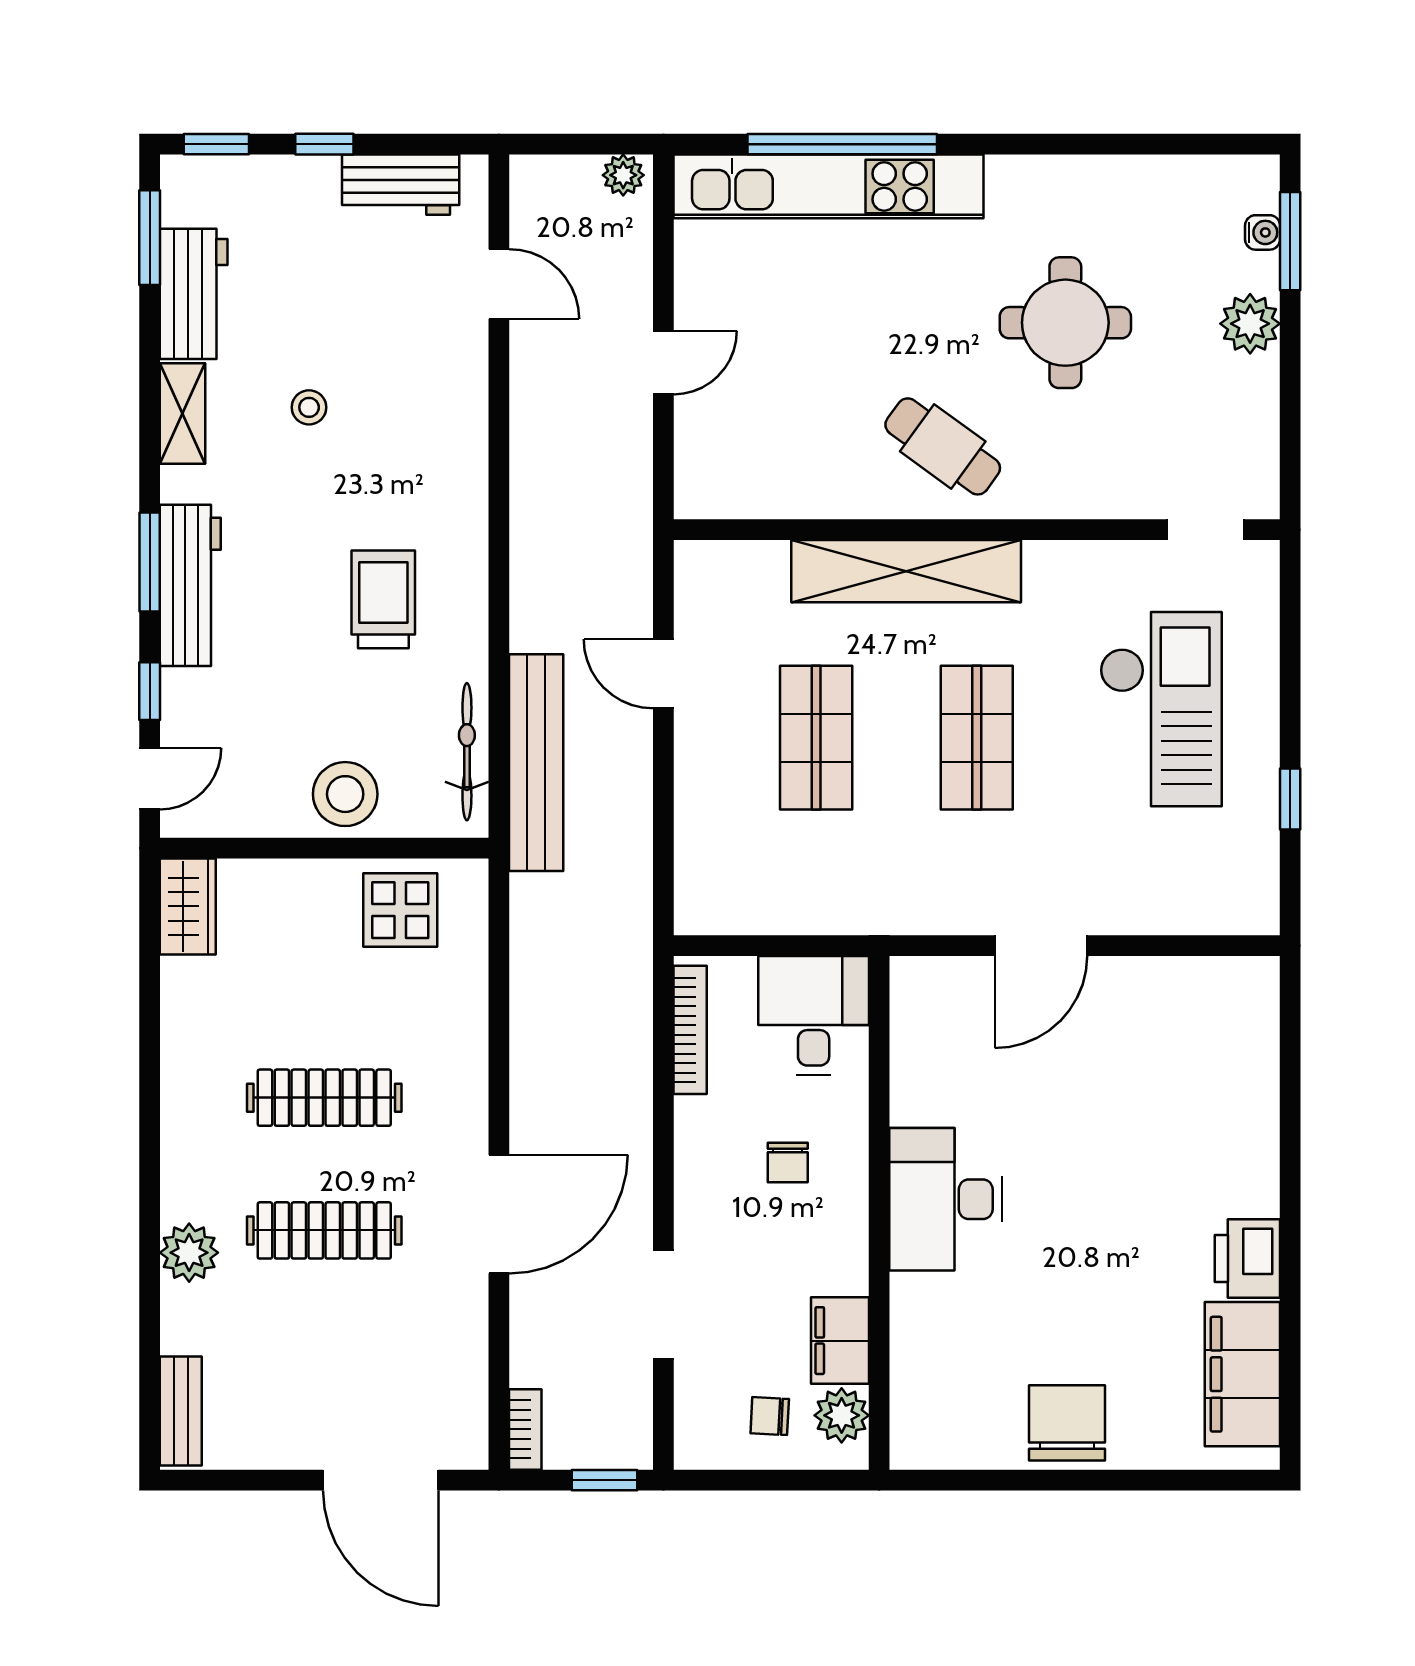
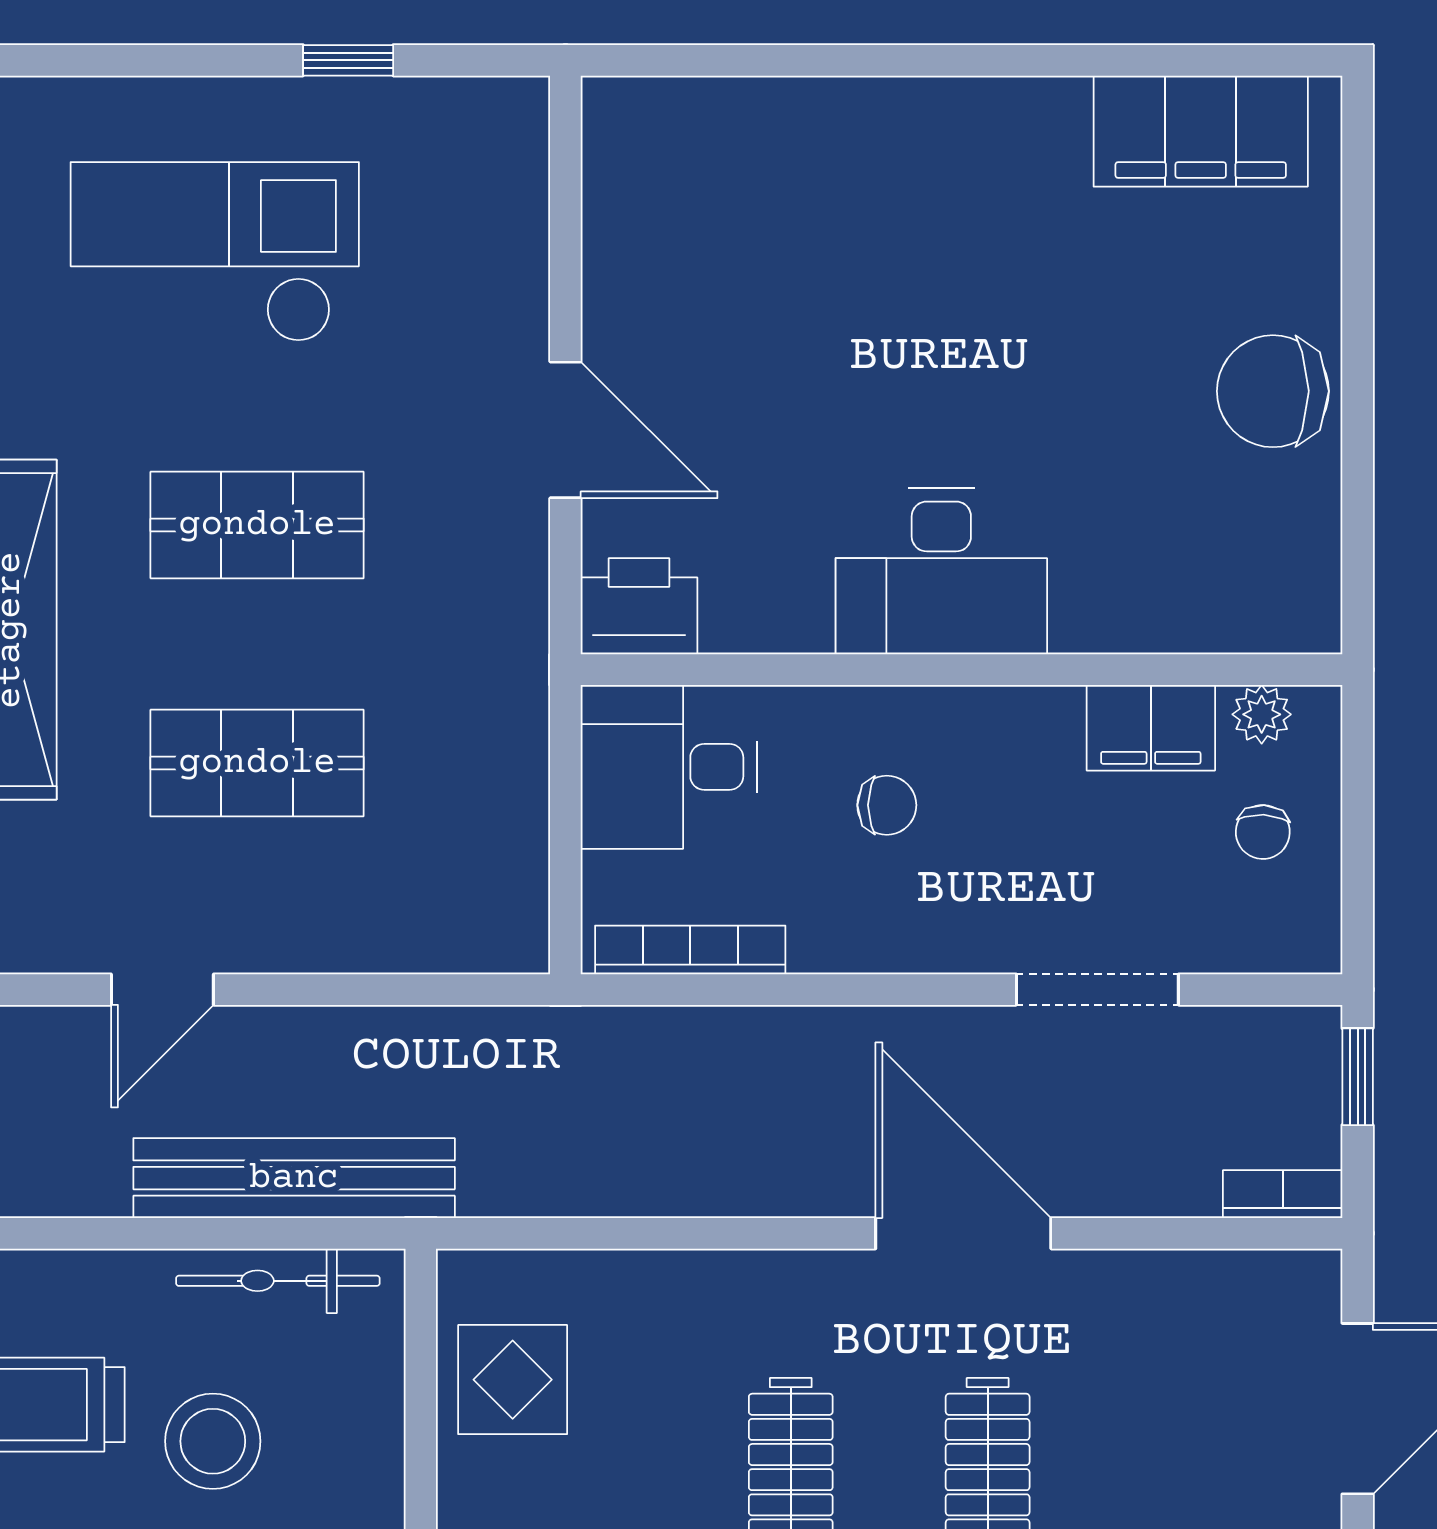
stool: (345, 794) -> (213, 1441), moved
printer: (1247, 1258) -> (639, 606), moved, turned 180
plant: (842, 1415) -> (1262, 714), width x0.73, depth x0.73

